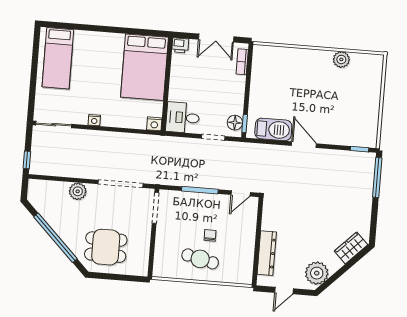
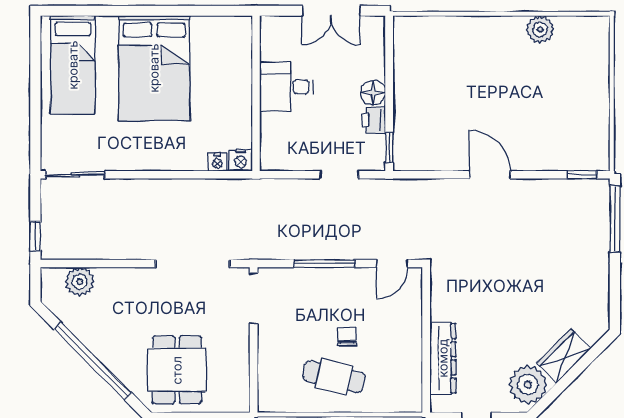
printer: (180, 45) -> (374, 120), moved, turned 90
bookcase: (242, 62) -> (377, 46), removed
bed: (144, 67) -> (154, 68), moved
desk: (183, 118) -> (286, 87), moved
nightstand: (94, 120) -> (217, 162), moved
floor lamp: (235, 123) -> (373, 93), moved
barbecue: (273, 129) -> (437, 154), removed
plant: (78, 191) -> (80, 282), moved
dining table: (106, 247) -> (177, 370), turned 90
wardrobe: (351, 248) -> (564, 356), moved

